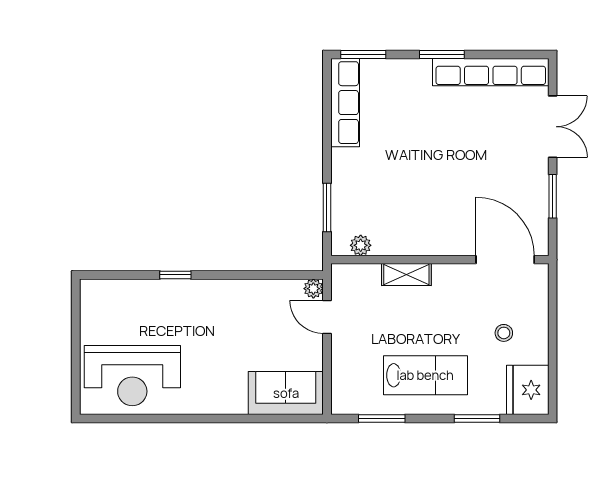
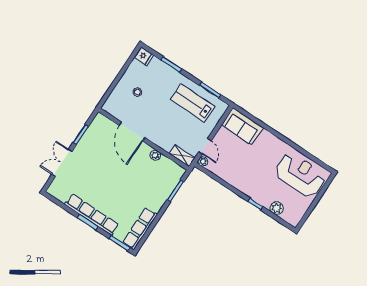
row of seats: (491, 72) -> (92, 215), moved
plant: (361, 245) -> (155, 155), moved
door: (505, 260) -> (132, 131), moved
shelving: (406, 275) -> (182, 156), moved
plant: (134, 292) -> (277, 208), added
lab bench: (425, 375) -> (193, 103), moved
fridge: (528, 390) -> (144, 56), width x0.53, depth x0.75

